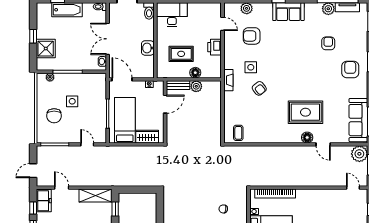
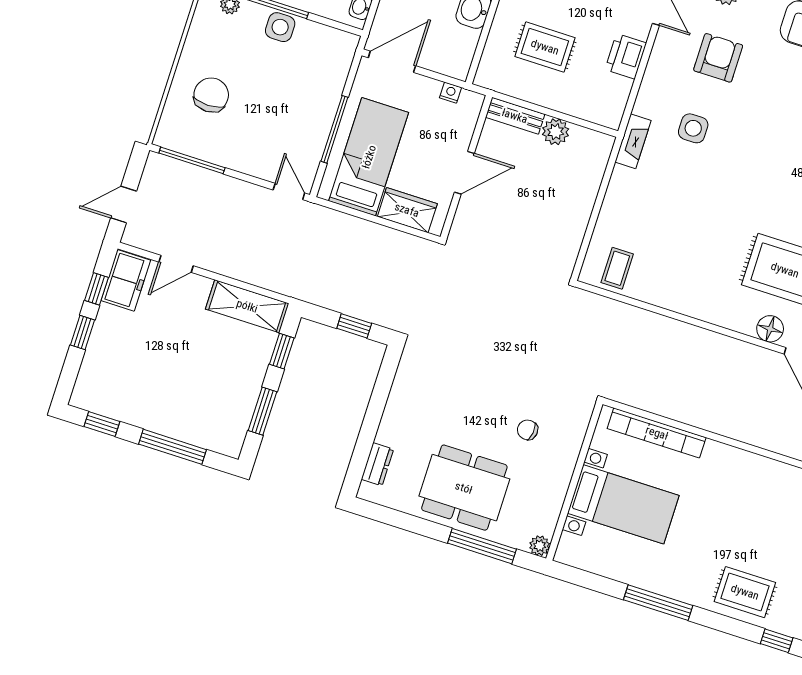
armchair: (252, 36) -> (718, 58), turned 90
floor lamp: (195, 73) -> (563, 100), removed
door: (122, 79) -> (392, 62), hinge flipped
armchair: (259, 88) -> (697, 182), removed
side table: (72, 101) -> (280, 27), moved
door: (165, 104) -> (464, 173), moved
chair: (54, 116) -> (211, 95), turned 180
door: (87, 144) -> (289, 192), moved
door: (62, 188) -> (176, 264), swing flipped
window: (141, 190) -> (354, 326), added

